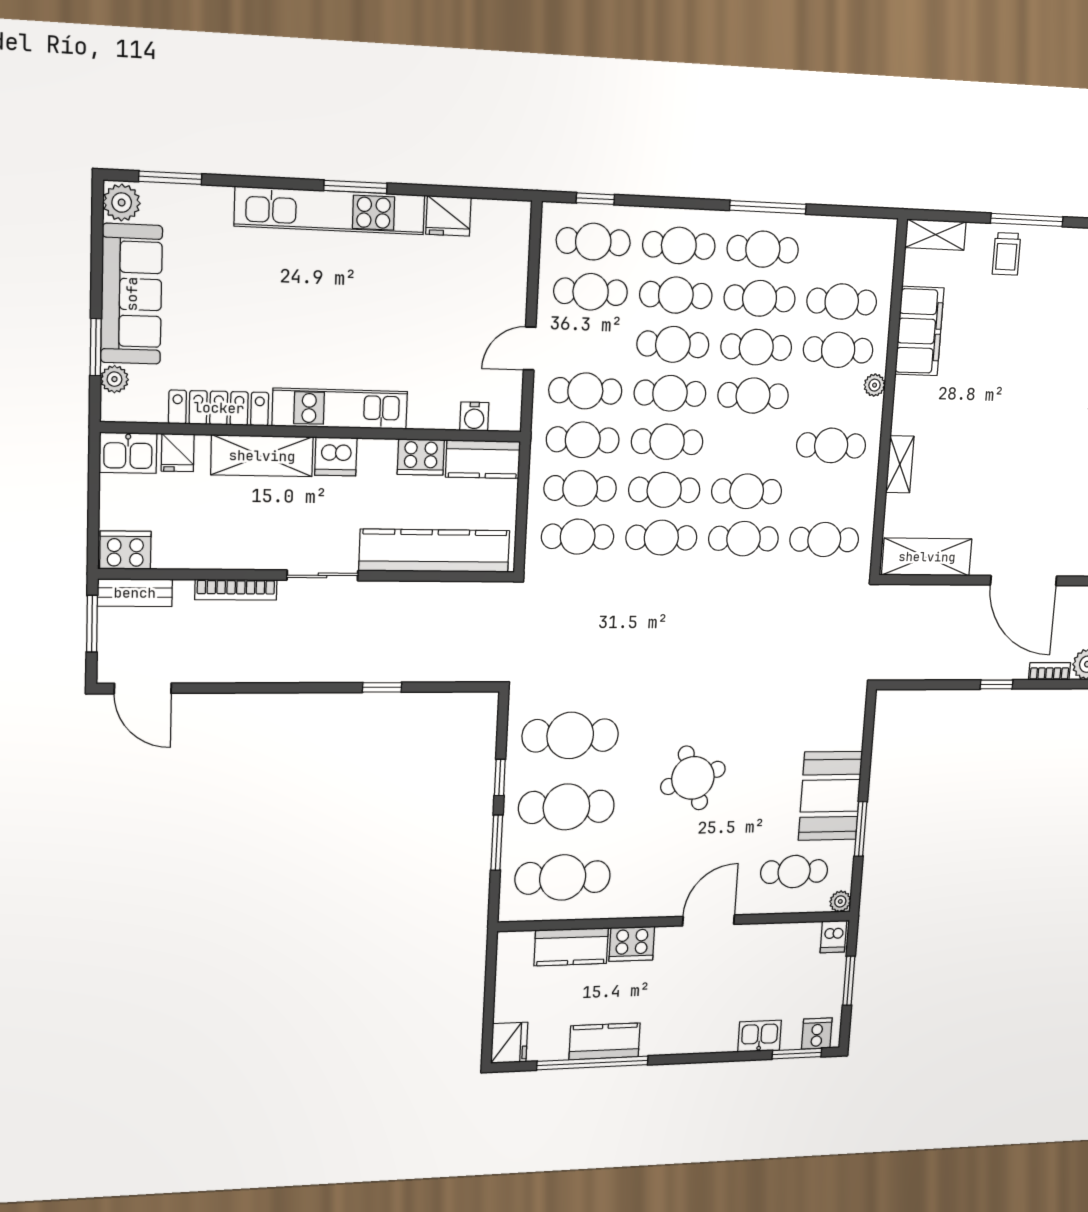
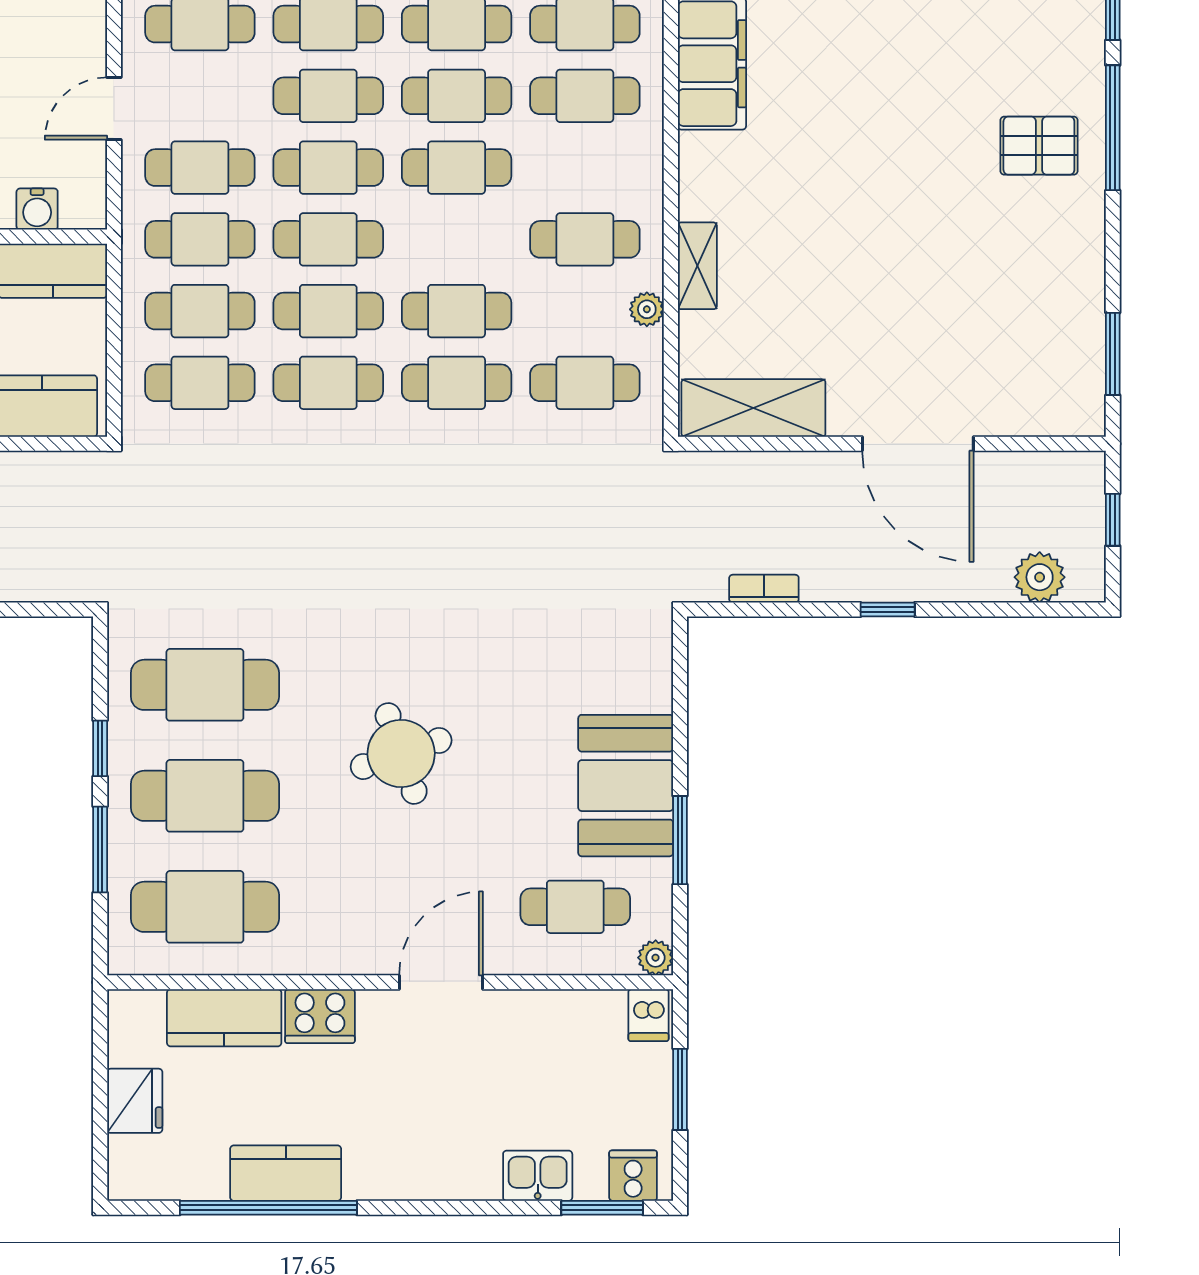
plant: (875, 385) -> (647, 309), moved
bookcase: (1050, 671) -> (764, 589), moved
fridge: (509, 1043) -> (135, 1101), moved

